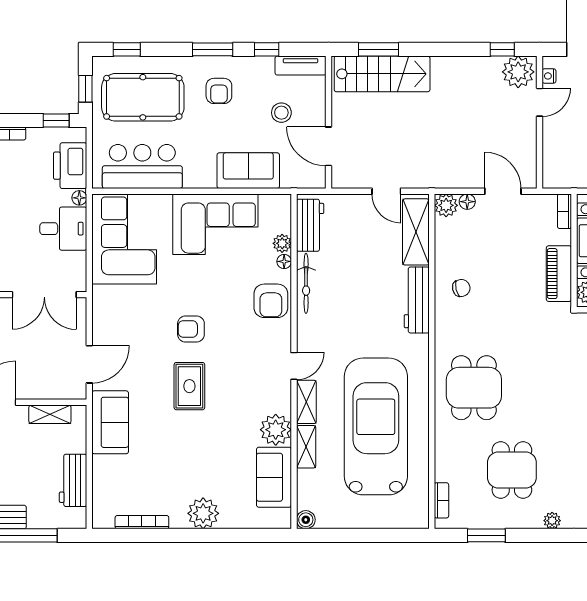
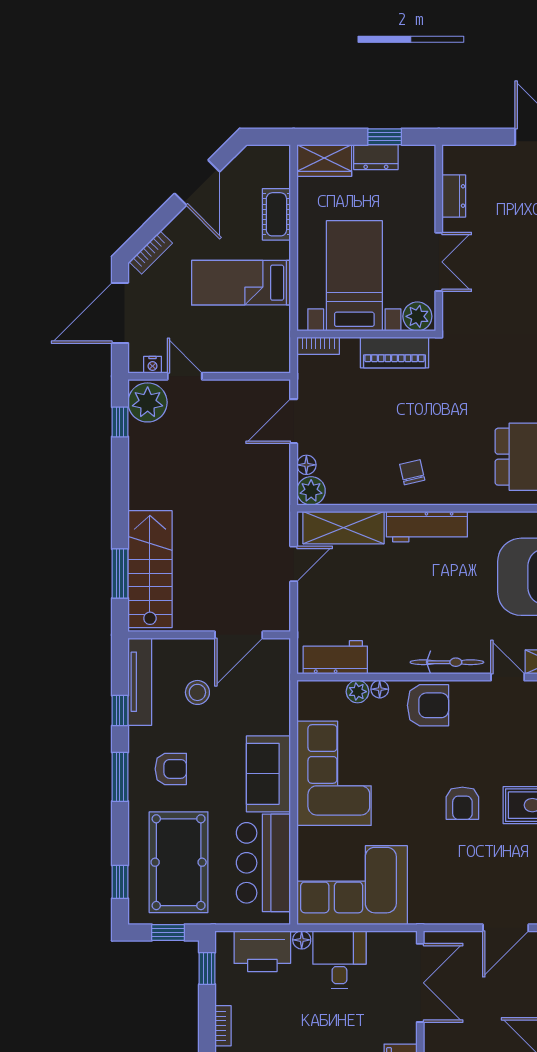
tv unit: (301, 66) -> (140, 682), width x1.41
sofa: (248, 171) -> (268, 774), moved
bicycle: (306, 283) -> (447, 662), moved
door: (89, 364) -> (506, 928), swing flipped

